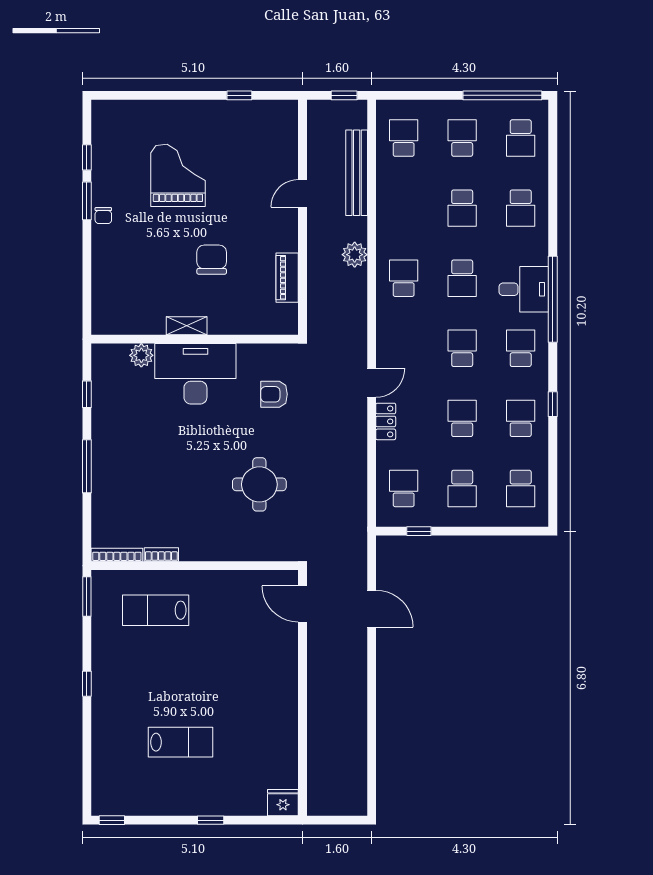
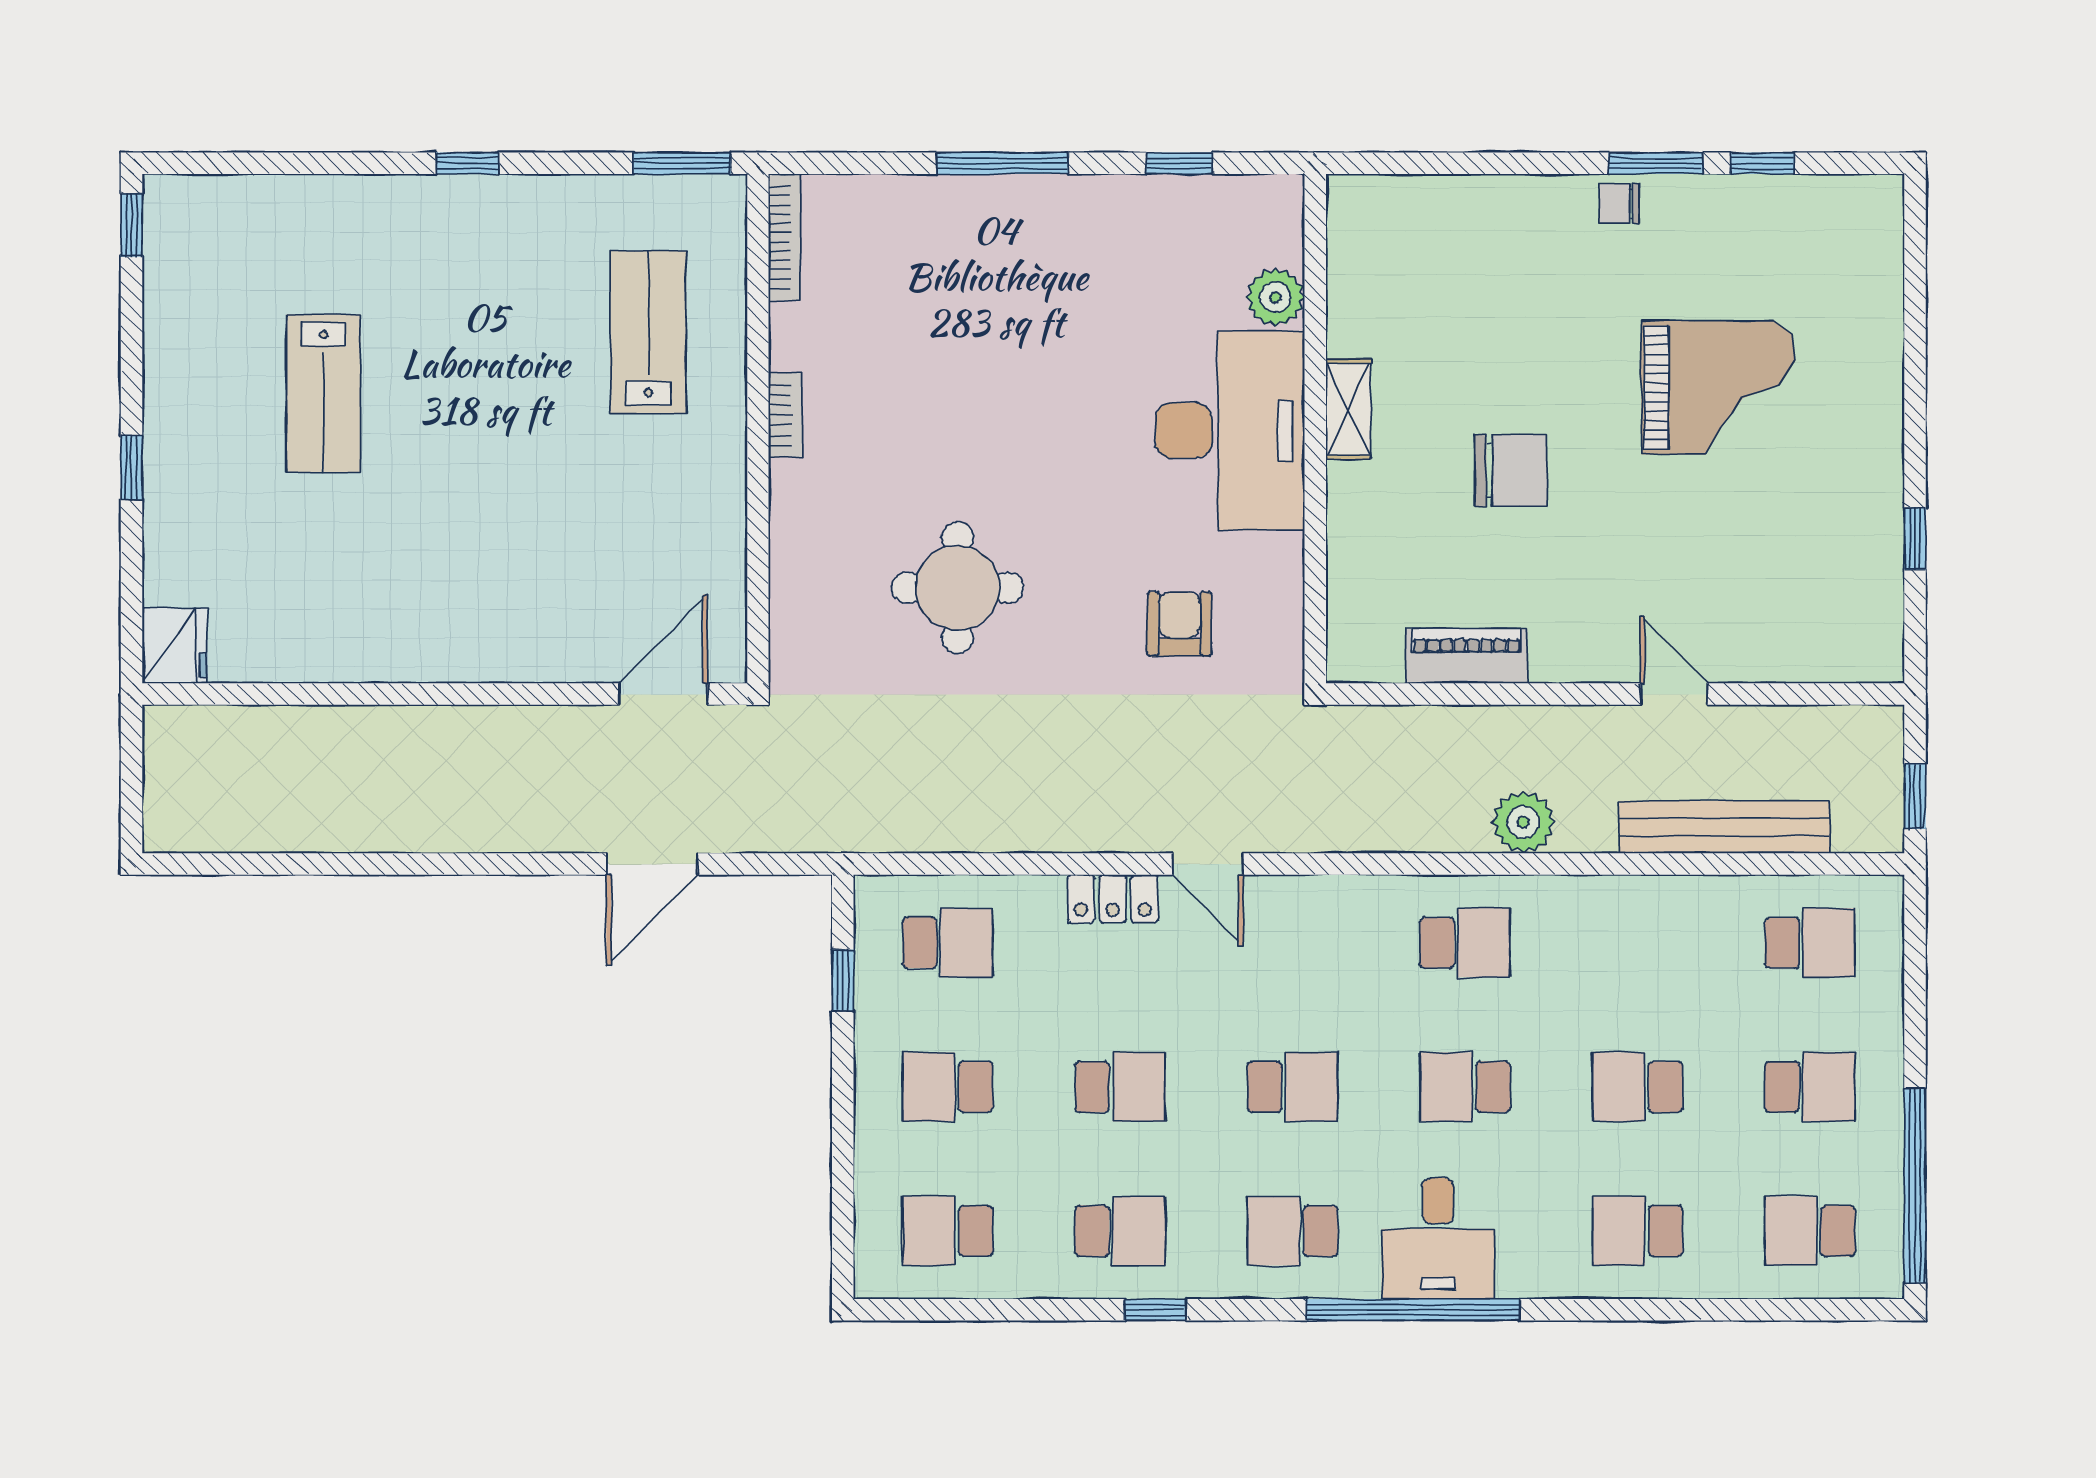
school desk: (521, 348) -> (1293, 1231), turned 180
bookcase: (161, 554) -> (785, 415), moved

